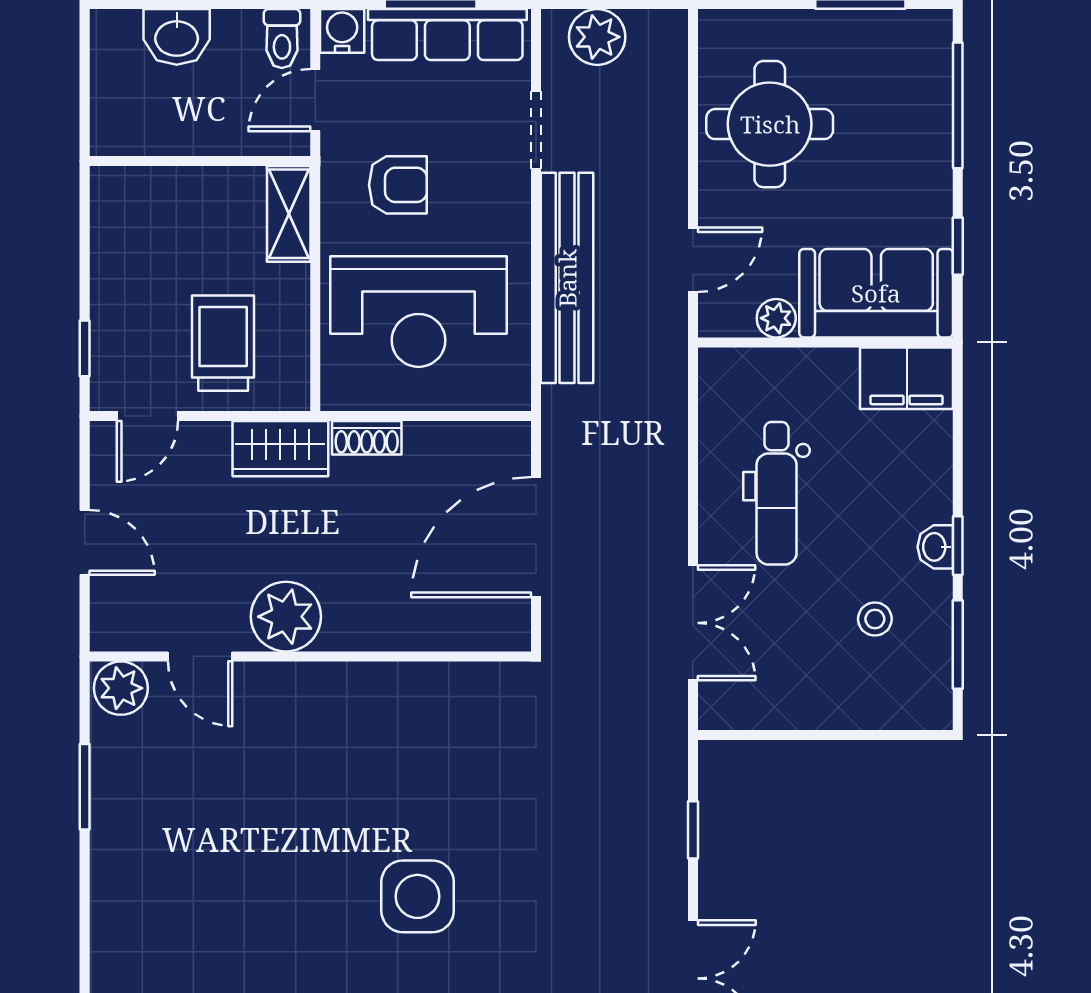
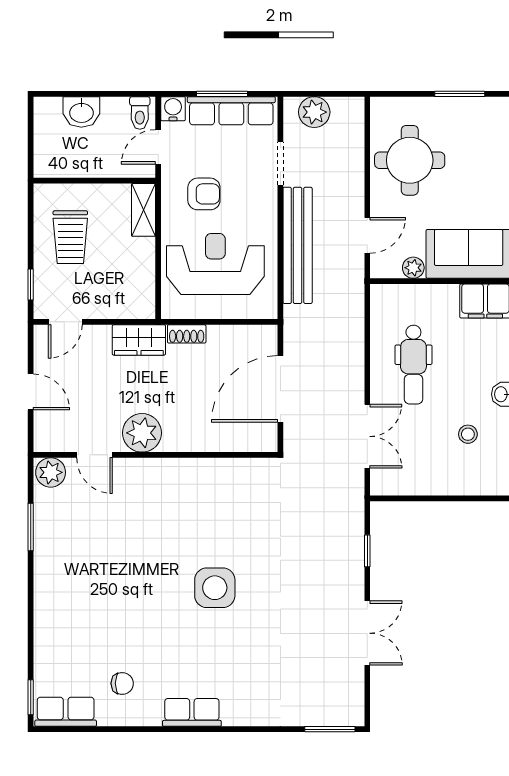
reception desk: (419, 312) -> (215, 264), turned 180
trolley: (223, 343) -> (70, 237), moved, turned 180

